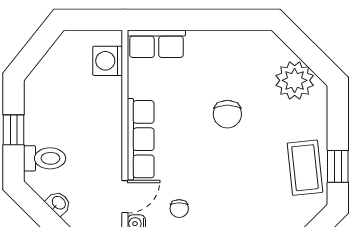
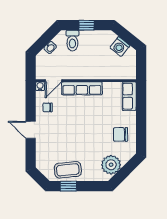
washing machine: (108, 61) -> (120, 47), moved, turned -141
chair: (227, 114) -> (121, 134), moved
door: (125, 197) -> (53, 81), hinge flipped

